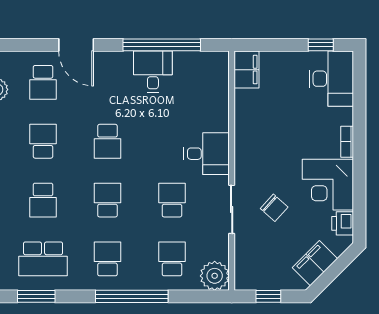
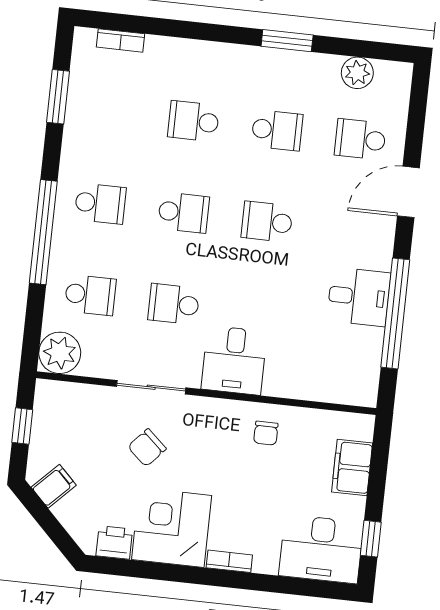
filing cabinet: (246, 70) -> (352, 468), moved, turned 90
chair: (255, 126) -> (266, 433), added
school desk: (172, 200) -> (174, 304), turned 180
school desk: (43, 259) -> (110, 112), removed
filing cabinet: (315, 263) -> (54, 486), width x0.50

